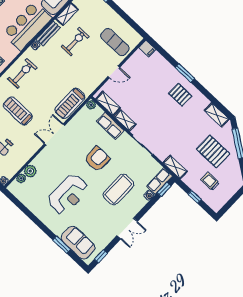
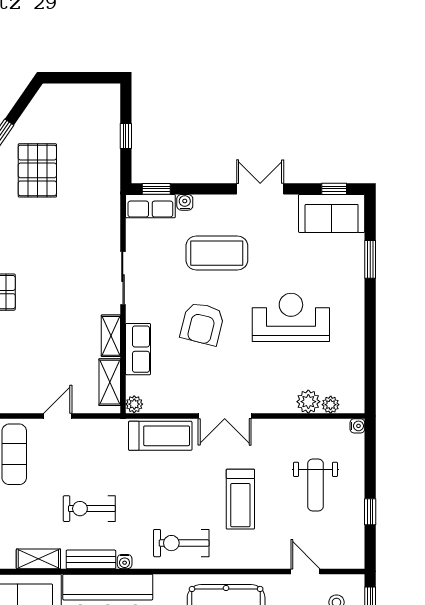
exercise bike: (75, 42) -> (89, 509), moved
door: (114, 72) -> (58, 416), hinge flipped
armchair: (97, 159) -> (202, 324), turned -76
shelving: (175, 167) -> (110, 203), removed
trolley: (210, 181) -> (84, 135), removed
sofa: (78, 243) -> (332, 213), moved, turned -90

